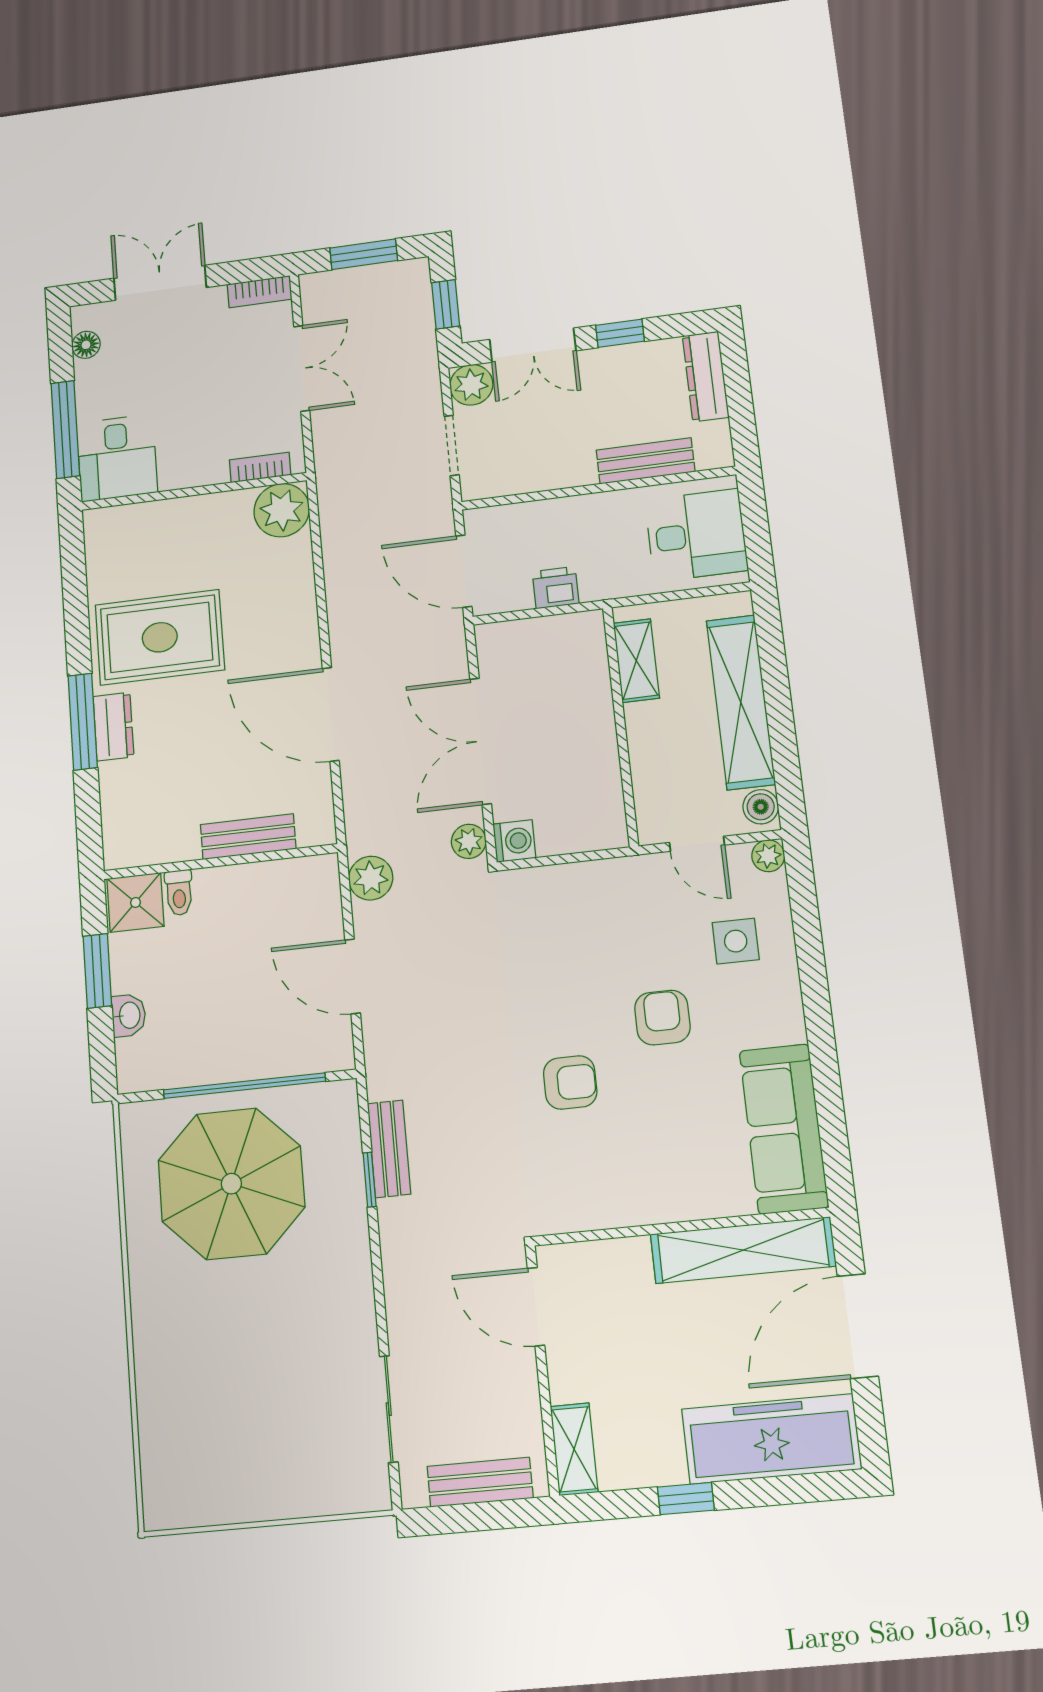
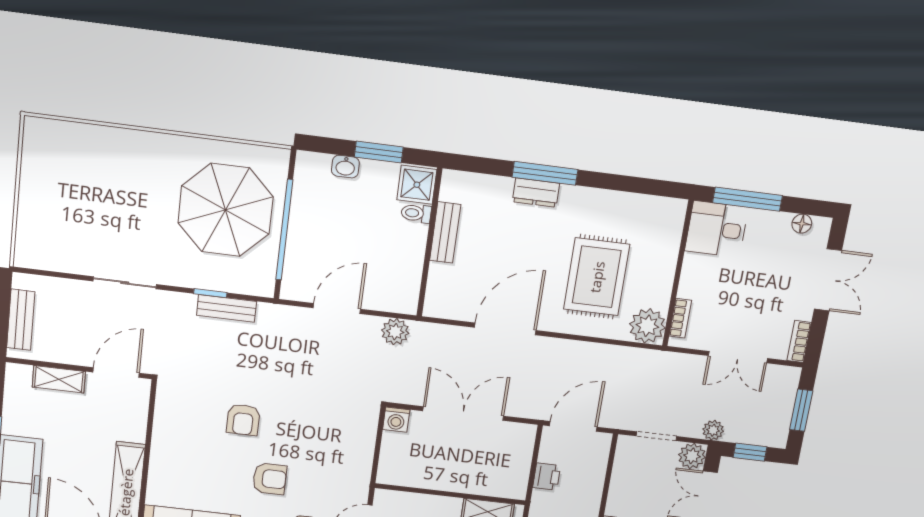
rug: (160, 637) -> (597, 277), moved
bench: (248, 837) -> (445, 232), moved
plant: (469, 841) -> (713, 430), moved
sliding door: (389, 1409) -> (125, 283), moved
shelving: (574, 1449) -> (59, 379), moved

